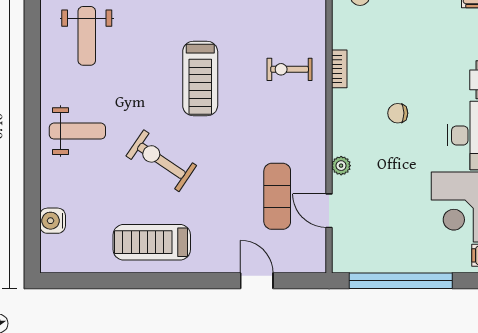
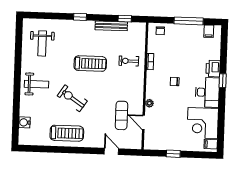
treadmill: (200, 79) -> (90, 64), turned -90
treadmill: (152, 242) -> (67, 133), turned 180
window: (401, 281) -> (173, 154), width x0.32

